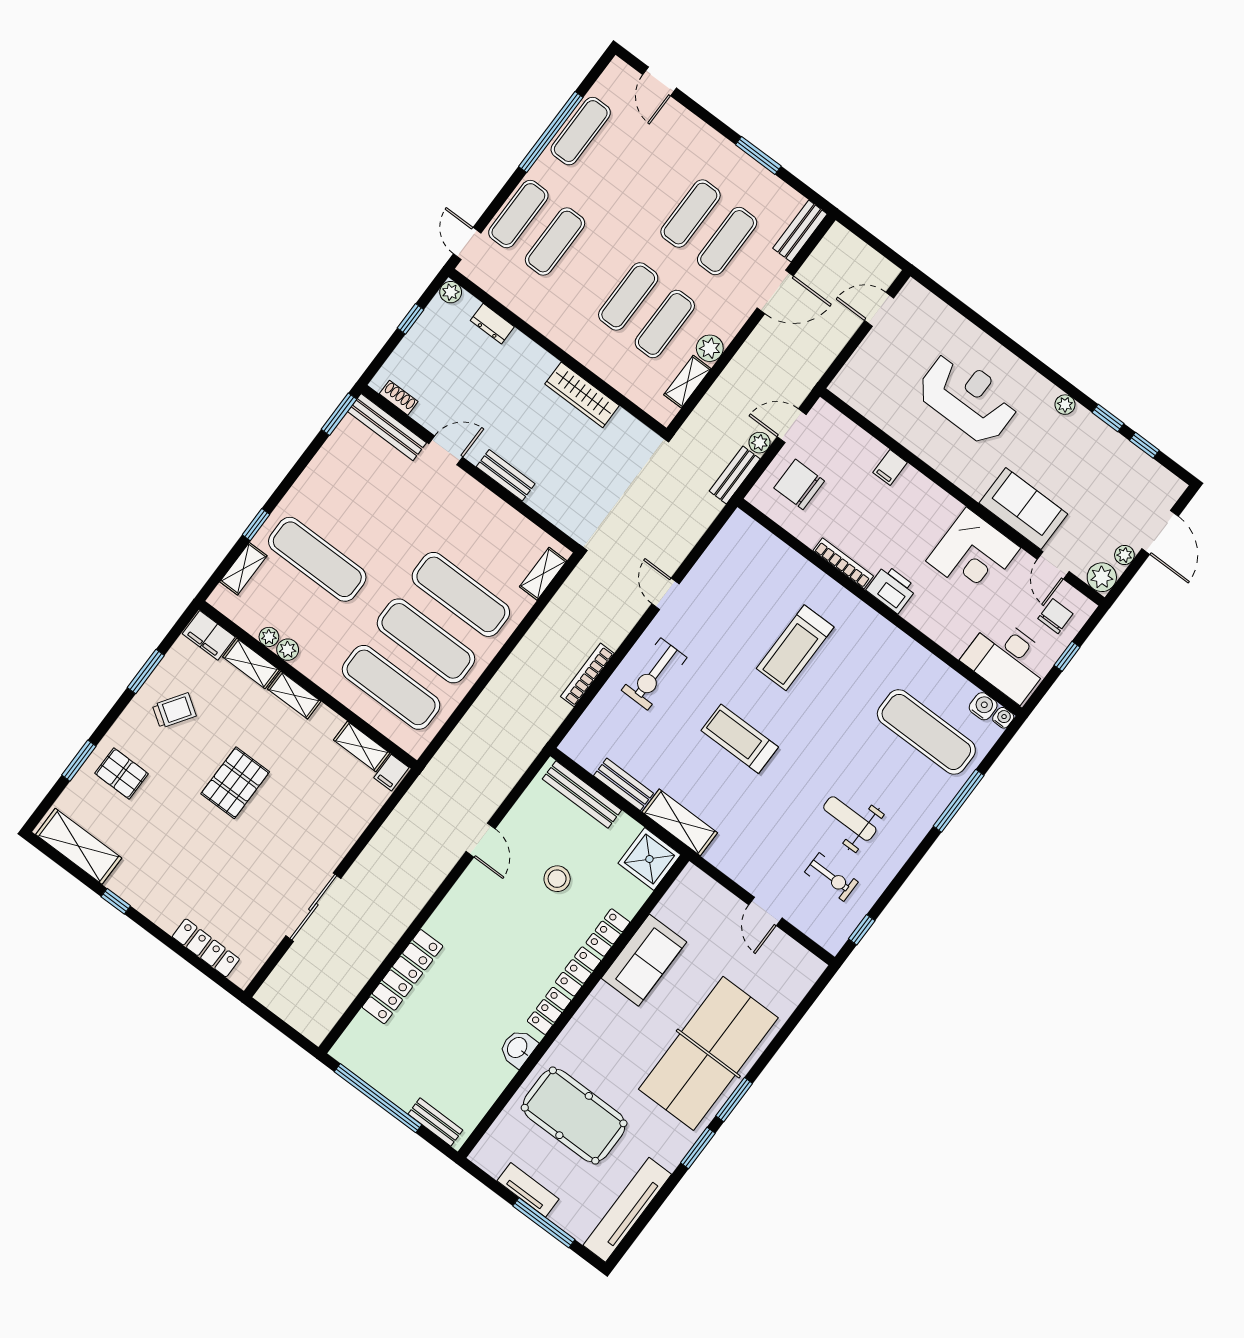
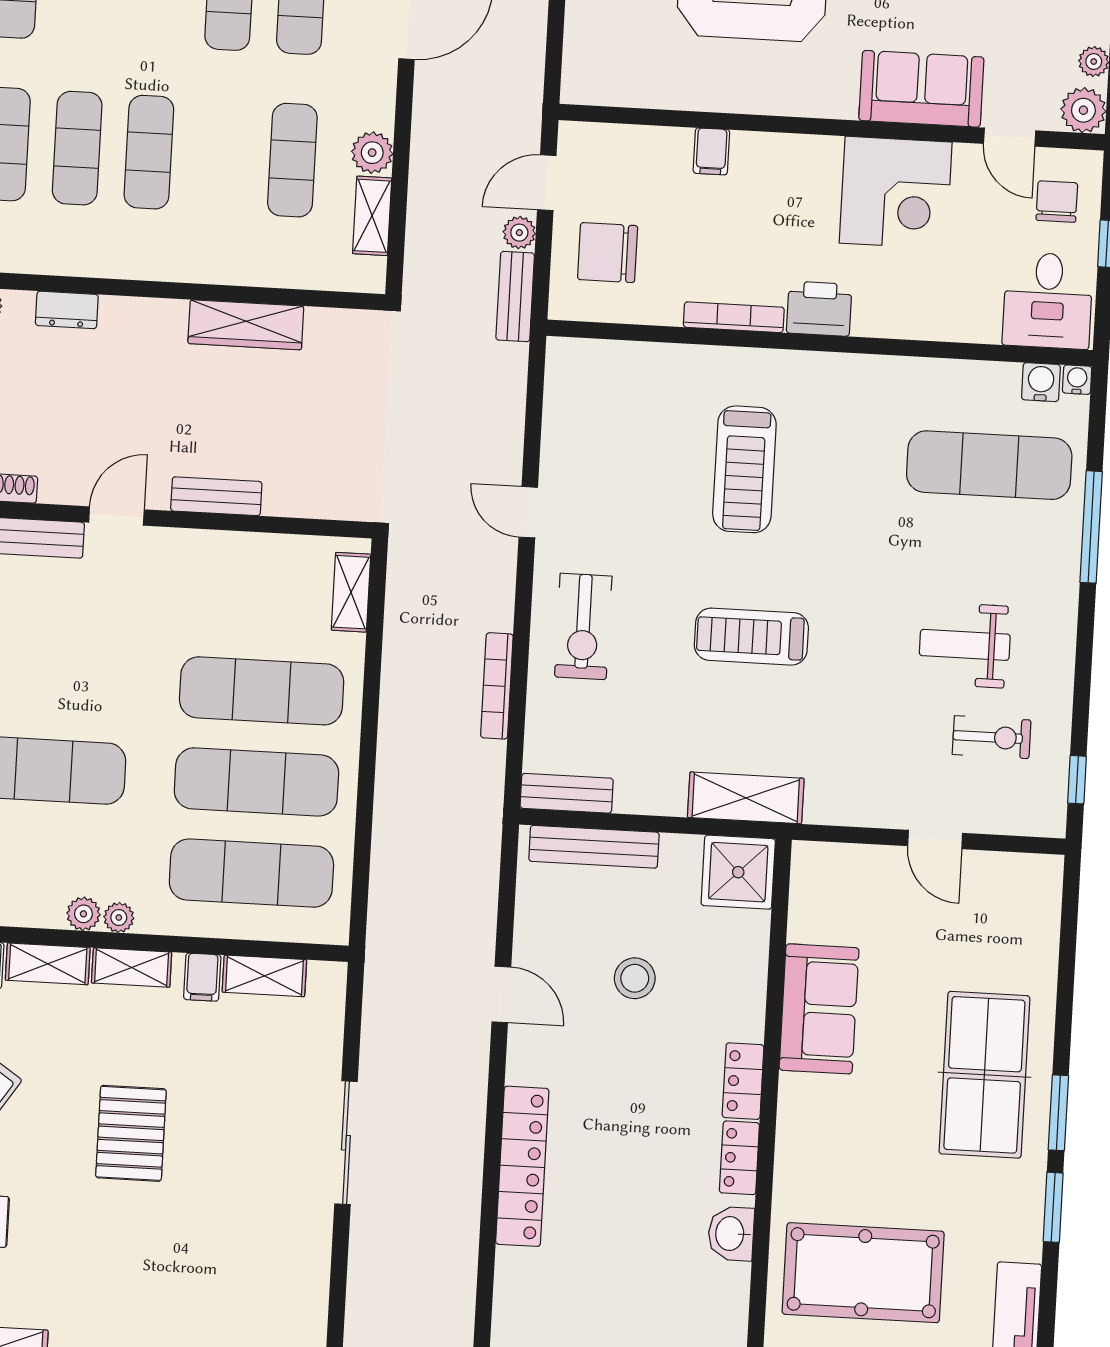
exercise mat: (628, 296) -> (149, 152), moved
plant: (269, 637) -> (119, 918), moved
desk: (1007, 659) -> (1048, 301), width x0.73
filing cabinet: (391, 773) -> (202, 977), moved
bench: (623, 784) -> (567, 793), moved
sliding door: (313, 907) -> (346, 1143), moved
locker: (608, 933) -> (748, 1004), removed
locker: (402, 977) -> (522, 1166), moved
table tennis table: (708, 1053) -> (984, 1075), width x0.73, depth x0.76

